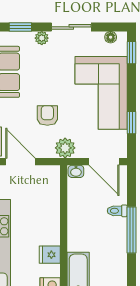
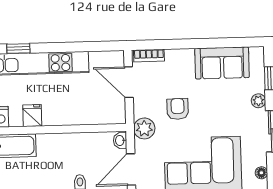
armchair: (47, 116) -> (178, 109), turned -91
door: (20, 162) -> (129, 82), swing flipped

